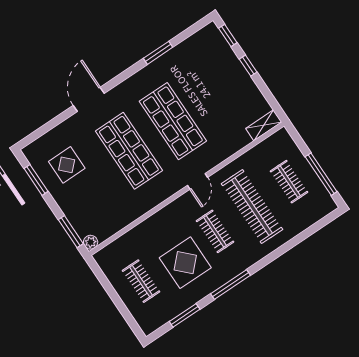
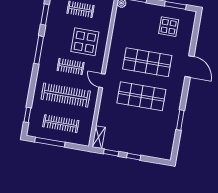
window: (228, 35) -> (111, 153), moved
clothes rail: (289, 182) -> (61, 124), width x1.36
window: (315, 228) -> (27, 115), added
display table: (185, 263) -> (85, 42), moved

